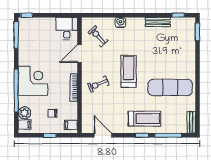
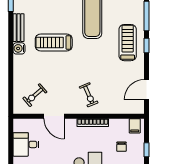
water cooler: (120, 22) -> (19, 48), moved
desk: (67, 29) -> (26, 144), moved
treadmill: (128, 71) -> (54, 43), moved

